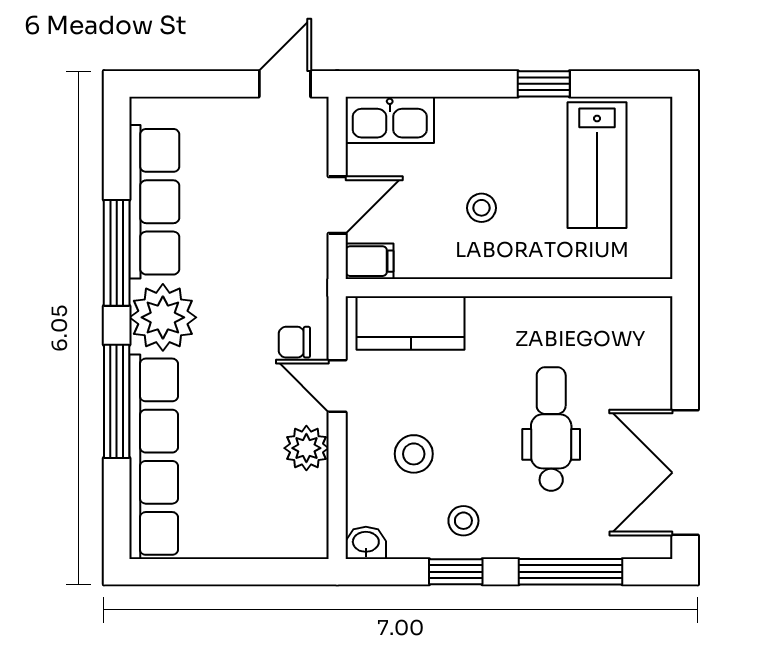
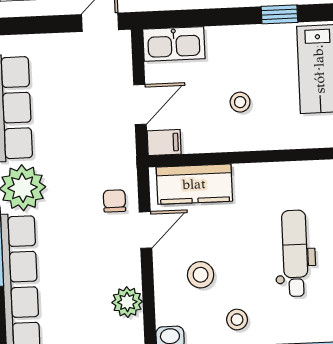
chair: (294, 342) -> (114, 201), turned 90
door: (337, 386) -> (145, 230), swing flipped
plant: (306, 448) -> (127, 302), moved

